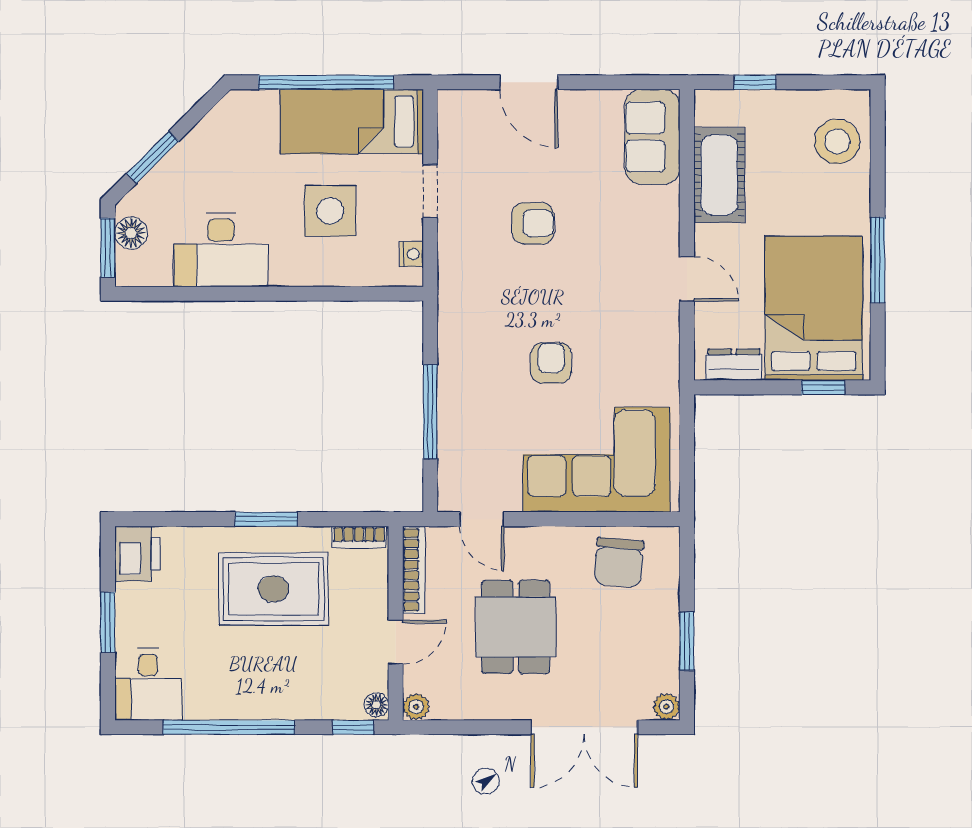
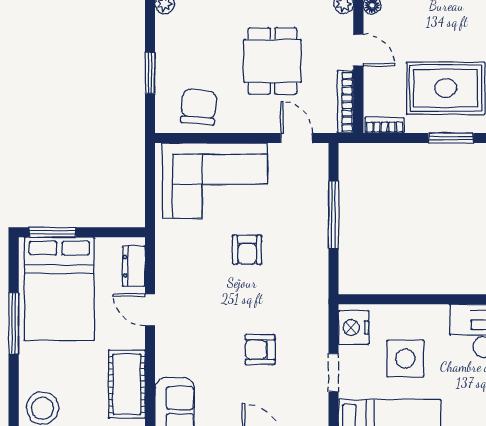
nightstand: (412, 254) -> (354, 328), width x1.89, depth x1.79
dresser: (734, 365) -> (134, 266), moved, turned 90
window: (823, 387) -> (53, 232), width x1.50
window: (687, 641) -> (150, 73), moved
door: (396, 642) -> (358, 50), swing flipped

